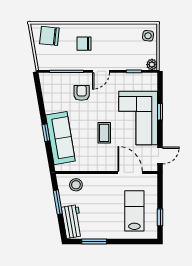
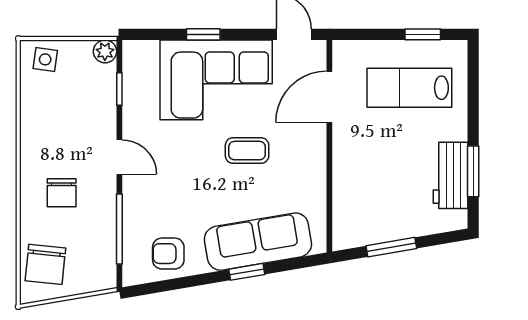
armchair: (82, 93) -> (168, 254), moved
stool: (76, 185) -> (355, 209), removed
workbench: (72, 222) -> (450, 175), moved, turned -80

